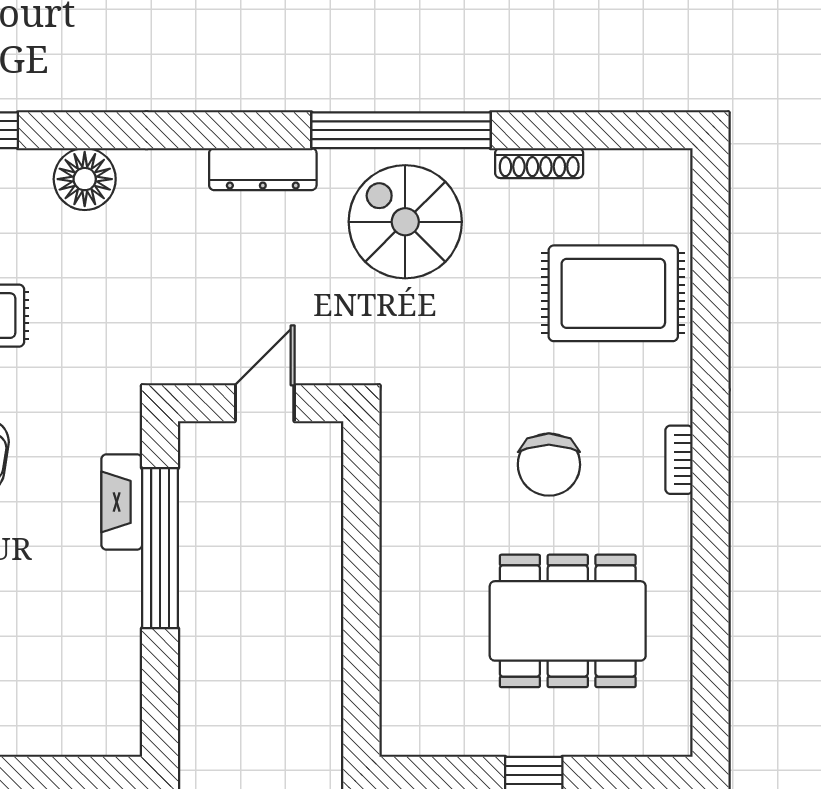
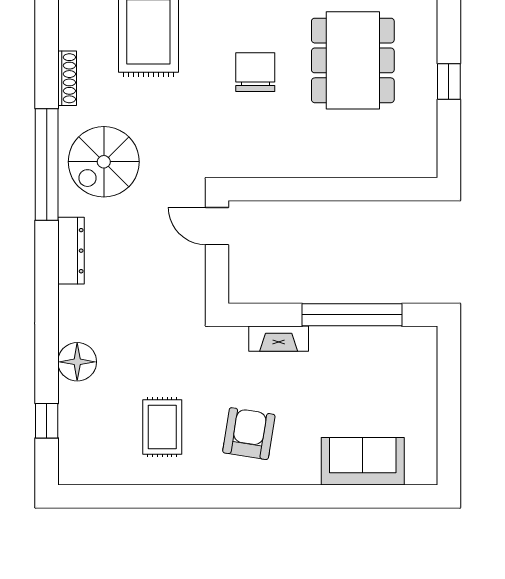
door: (265, 403) -> (217, 226), moved
chair: (549, 465) -> (255, 72), turned -90
window: (160, 548) -> (352, 315), moved

